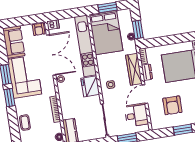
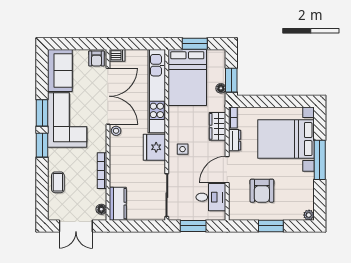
wardrobe: (134, 69) -> (218, 126), width x0.67

